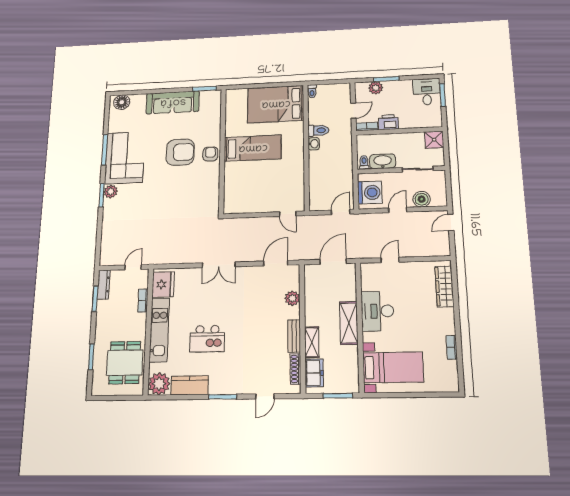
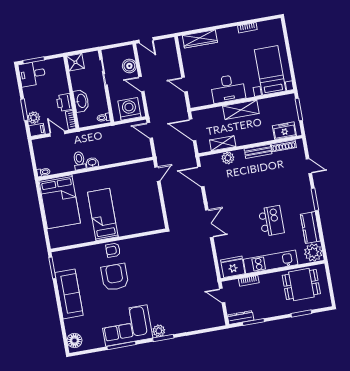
filing cabinet: (361, 90) -> (37, 130), added
washbasin: (383, 161) -> (81, 101), moved, turned 180
shelving: (312, 342) -> (223, 143), moved

